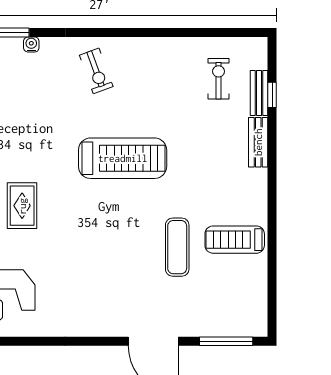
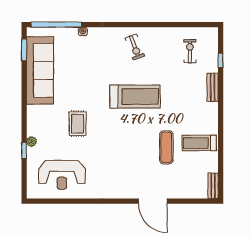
exercise bike: (96, 71) -> (135, 47), moved
bench: (259, 93) -> (213, 186), moved
window: (226, 341) -> (194, 201), removed

